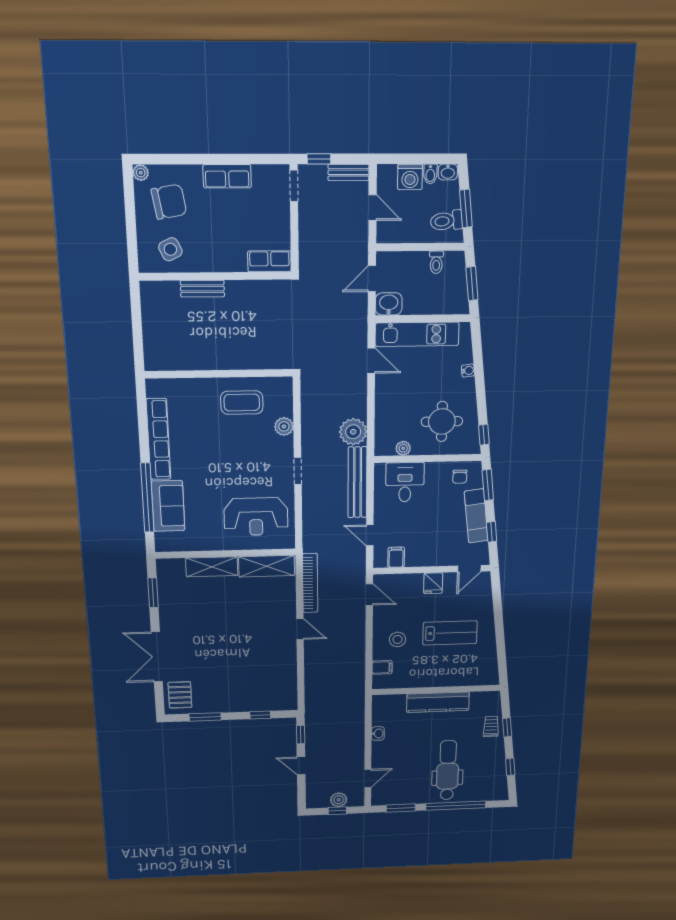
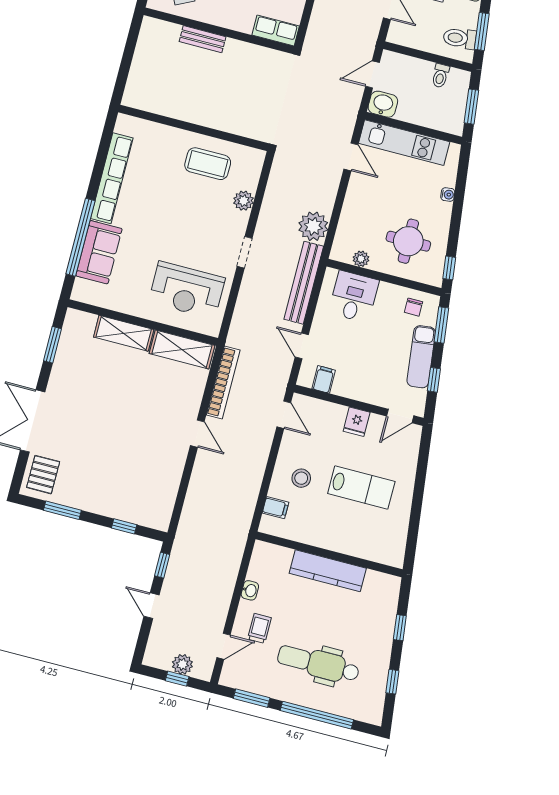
trolley: (491, 726) -> (259, 628), moved
dental chair: (448, 770) -> (318, 664), turned -90

